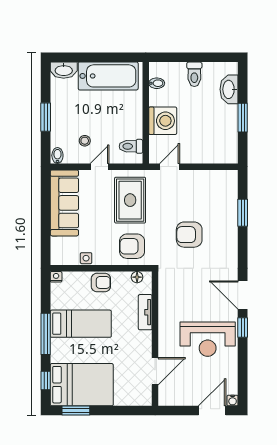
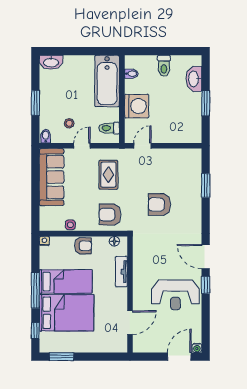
bathtub: (108, 76) -> (107, 81), moved, turned 90
rug: (130, 200) -> (108, 175), width x0.73, depth x0.70
bed: (82, 385) -> (67, 313), moved

